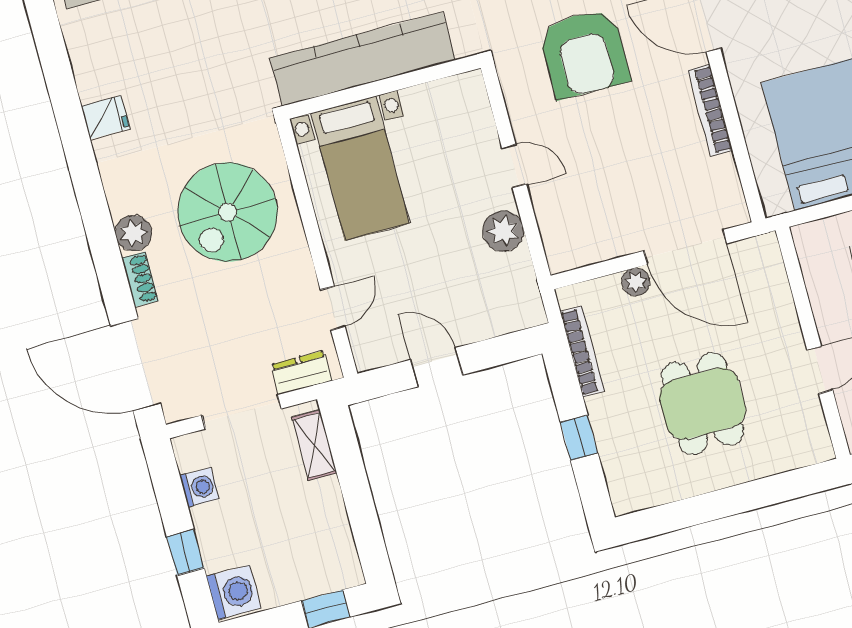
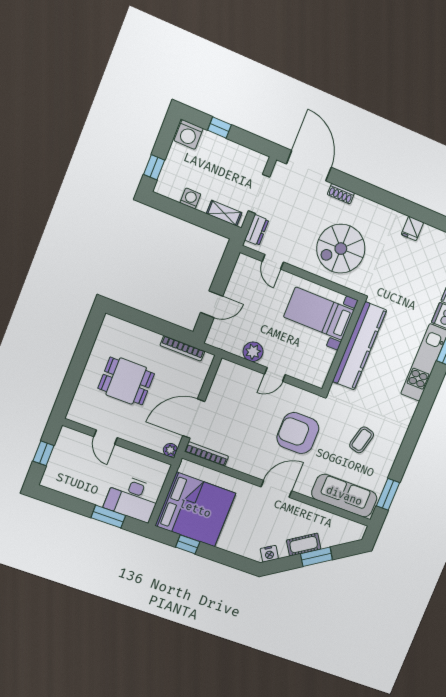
bookcase: (710, 110) -> (207, 454), moved
spiral stairs: (228, 212) -> (341, 249), turned -90
plant: (133, 233) -> (360, 205), removed
plant: (636, 282) -> (170, 450), moved
door: (136, 365) -> (309, 166), hinge flipped
door: (437, 367) -> (212, 304), moved
window: (579, 438) -> (149, 322), removed
washing machine: (199, 487) -> (190, 198), moved, turned 180

